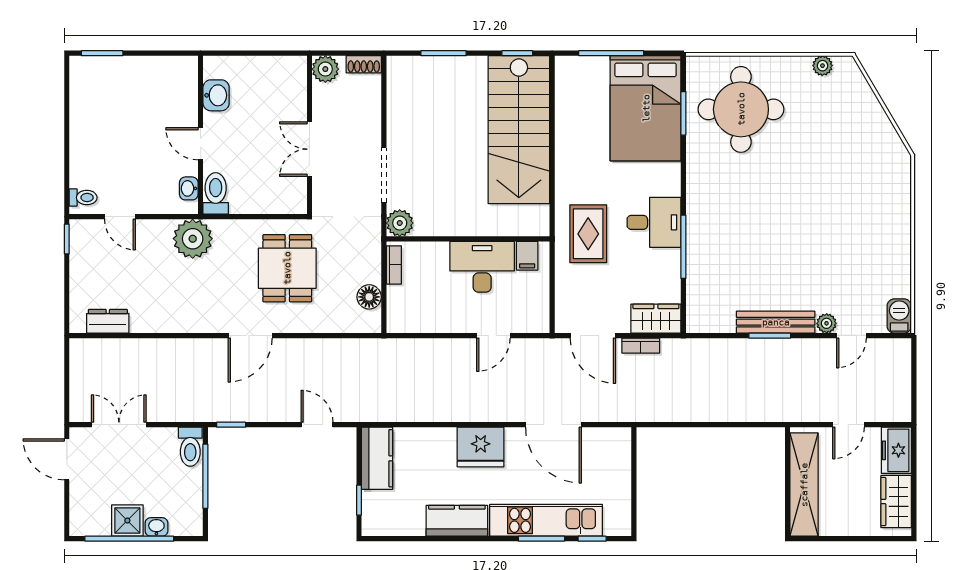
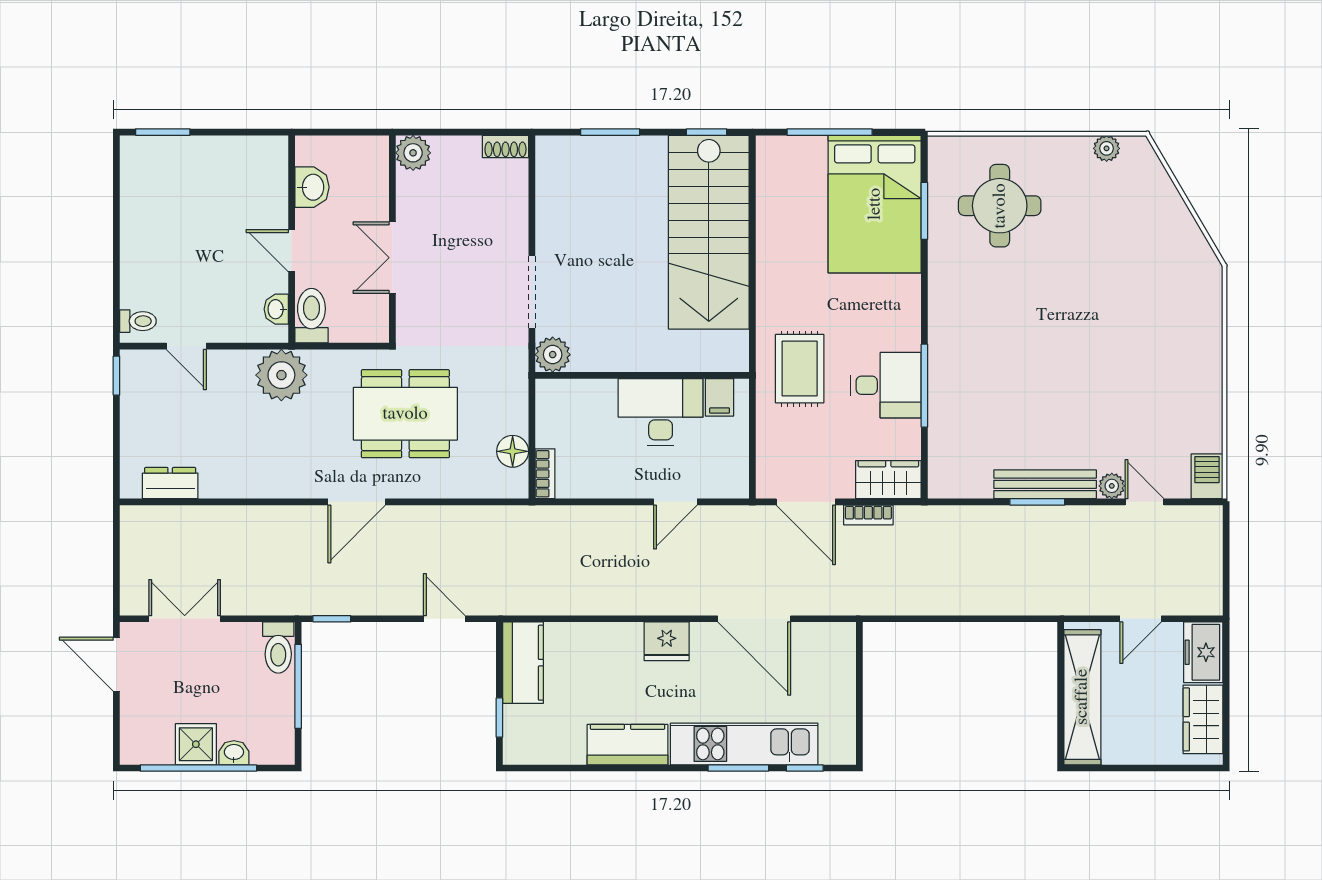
plant: (325, 69) -> (413, 153), moved
round table: (741, 109) -> (1000, 206), width x0.73, depth x0.73
wall: (309, 135) -> (392, 239), moved
double door: (309, 149) -> (392, 258), moved
desk: (654, 222) -> (886, 385), moved
bookcase: (394, 265) -> (545, 474), moved
dining table: (287, 268) -> (405, 414), width x1.38
door: (851, 336) -> (1145, 502), swing flipped
fridge: (481, 447) -> (667, 641), width x0.73, depth x0.75

